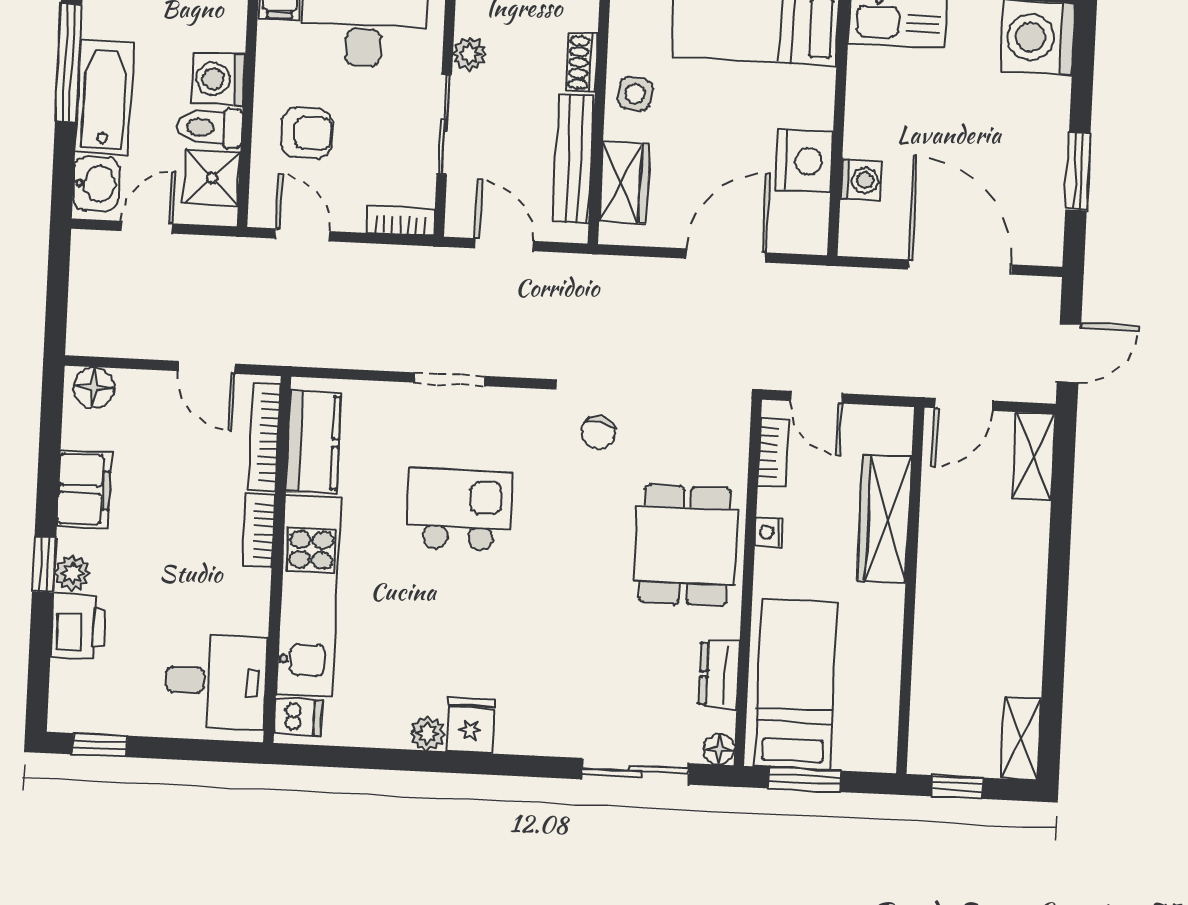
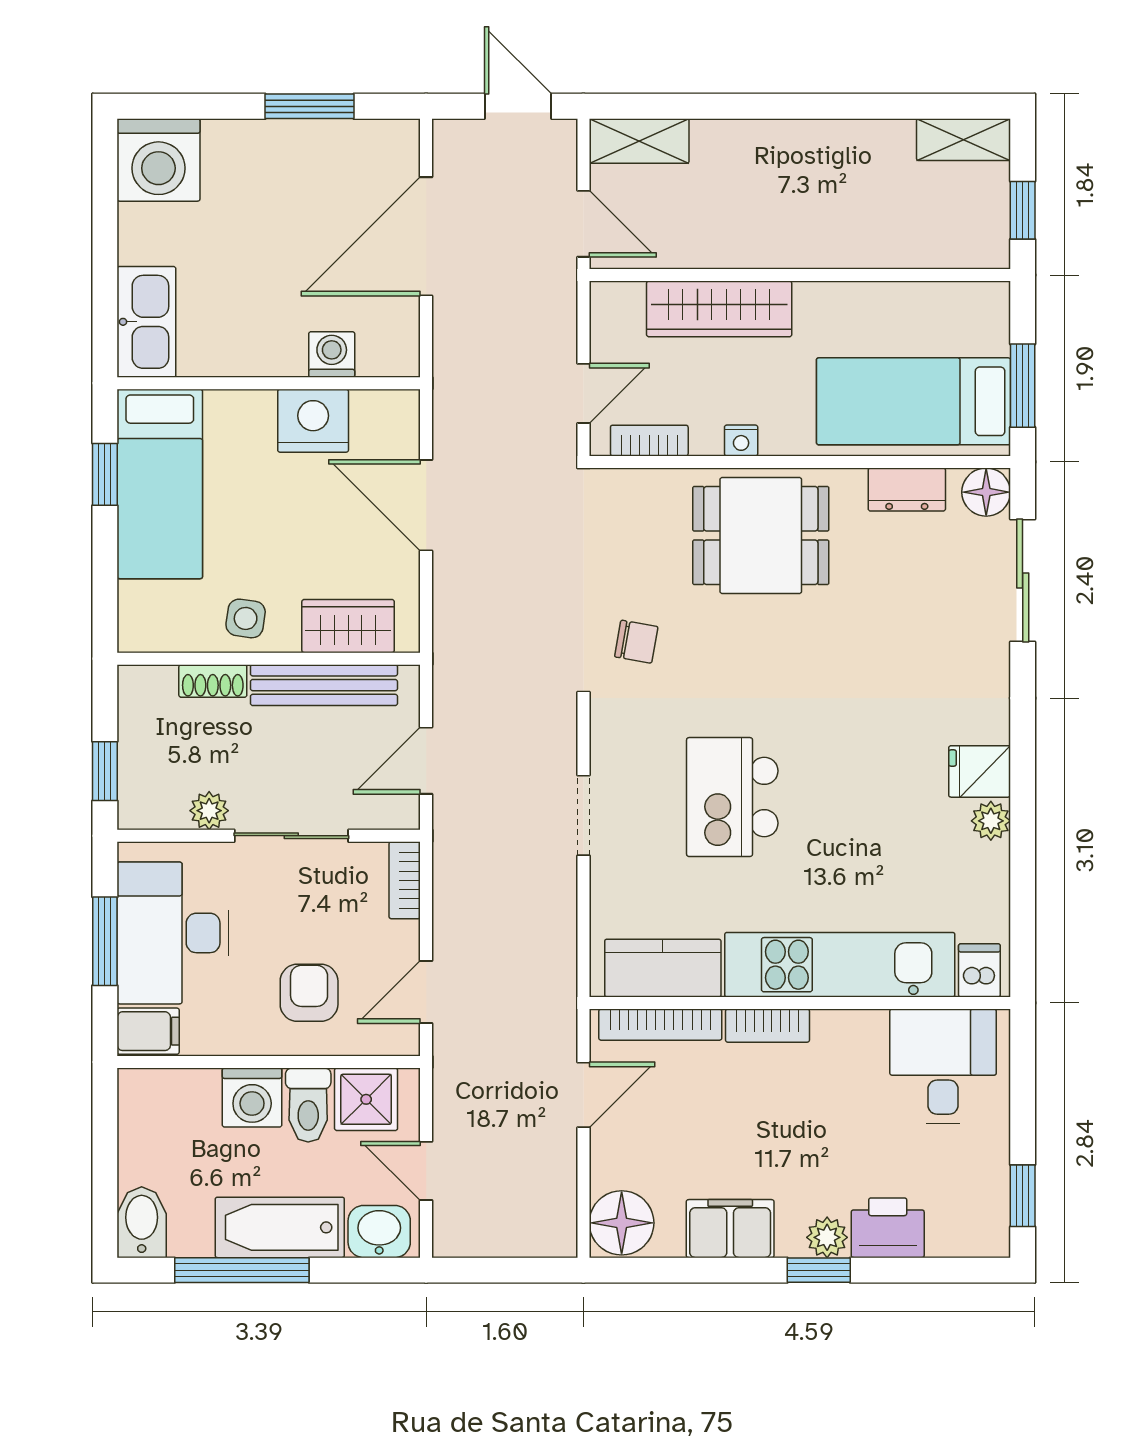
floor lamp: (94, 387) -> (622, 1223), width x1.38, depth x1.38
floor lamp: (719, 749) -> (986, 492), width x1.37, depth x1.37

